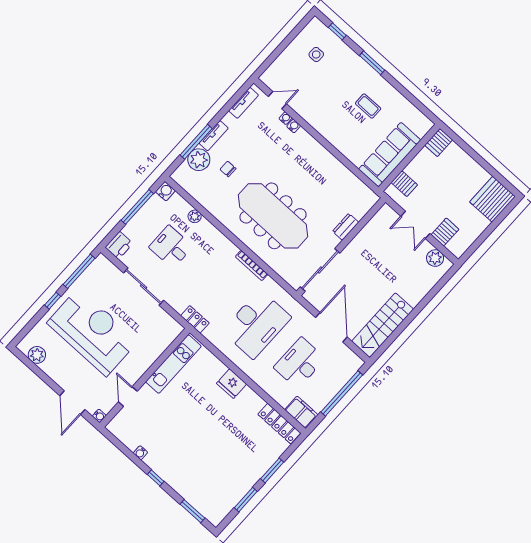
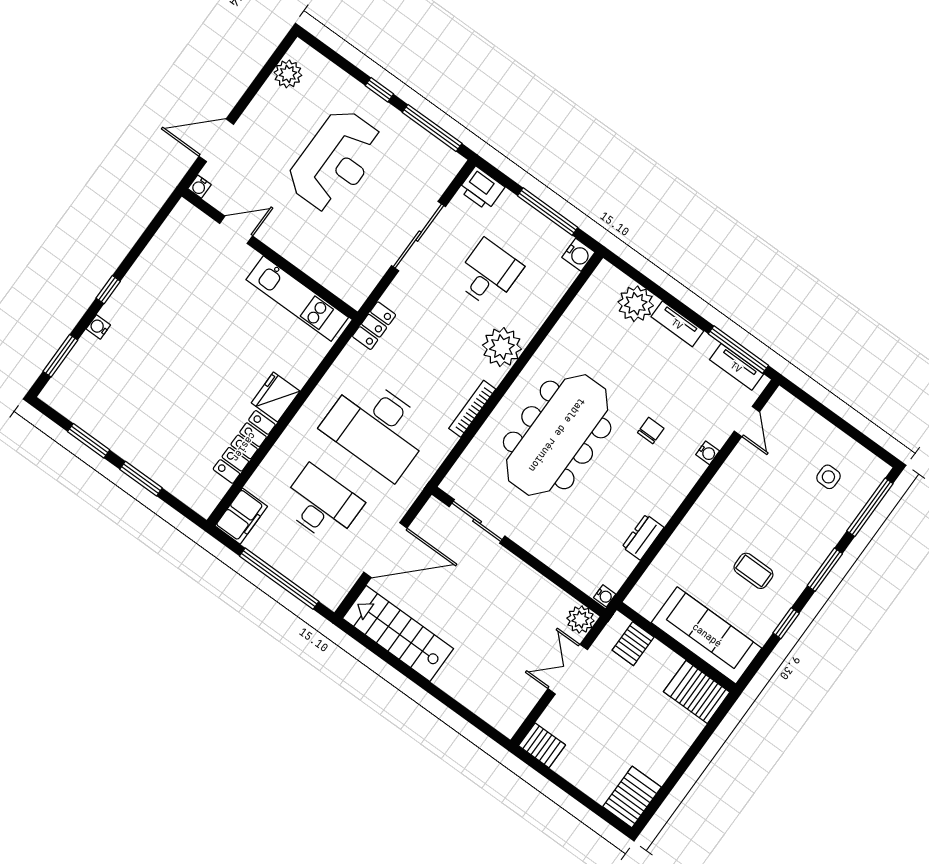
window: (337, 31) -> (870, 507), width x2.17
window: (402, 90) -> (786, 623), added
coffee table: (368, 106) -> (753, 571), turned 90
water cooler: (285, 118) -> (605, 596), moved
window: (196, 142) -> (738, 350), moved
server rack: (439, 142) -> (697, 692), width x1.36, depth x1.44
sofa: (390, 155) -> (707, 635), moved
chair: (228, 169) -> (651, 431), moved
server rack: (492, 199) -> (632, 797), width x0.62
plant: (195, 216) -> (502, 347), moved, width x1.87, depth x1.87
dresser: (346, 227) -> (643, 537), moved, turned -90
server rack: (445, 232) -> (542, 745), moved
plant: (435, 258) -> (580, 619), moved
sliding door: (320, 270) -> (477, 521), width x0.73
reception desk: (93, 332) -> (335, 161), width x0.74, depth x0.77
locker: (279, 424) -> (244, 447), moved
water cooler: (140, 453) -> (98, 327), moved

